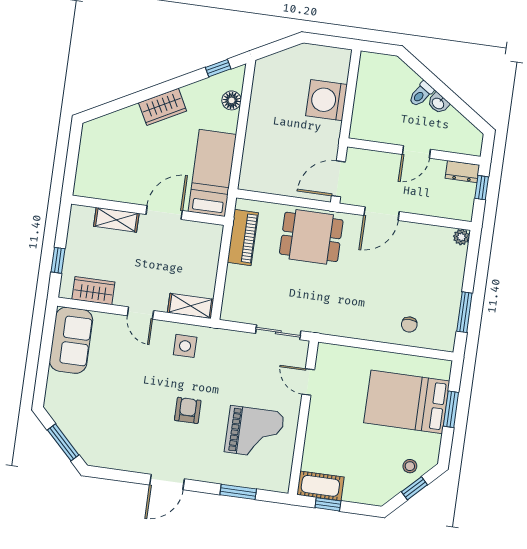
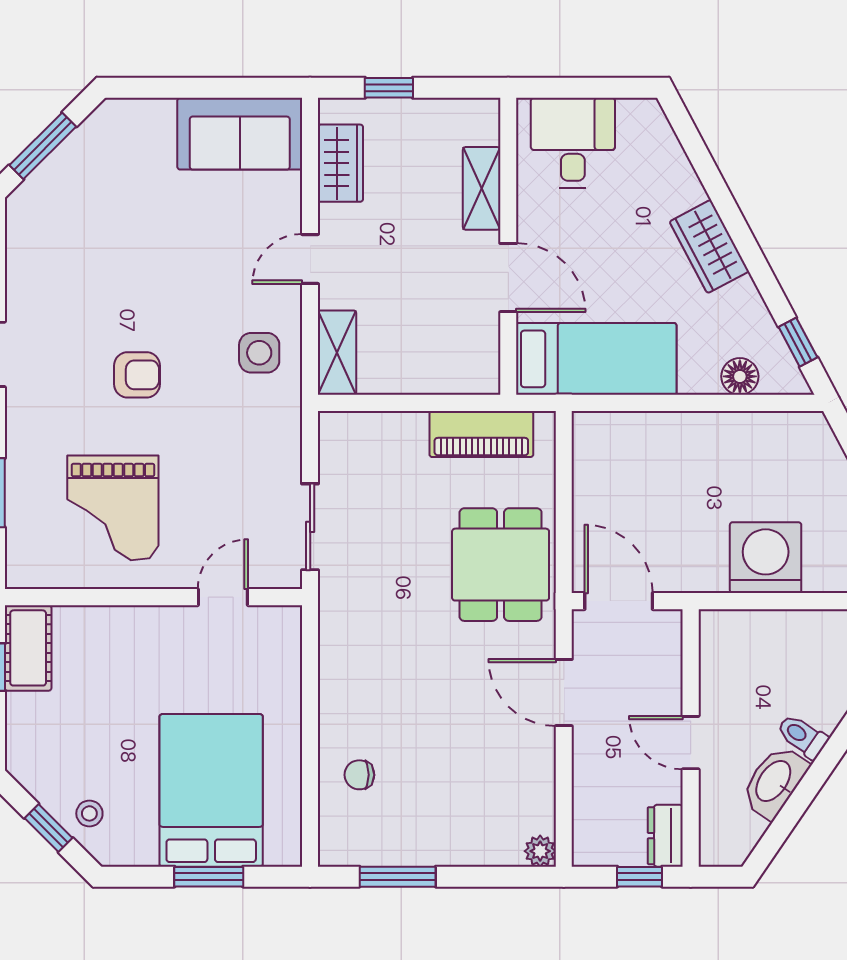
washbasin: (438, 103) -> (774, 782), width x1.91, depth x1.45
desk: (100, 170) -> (573, 143), added

